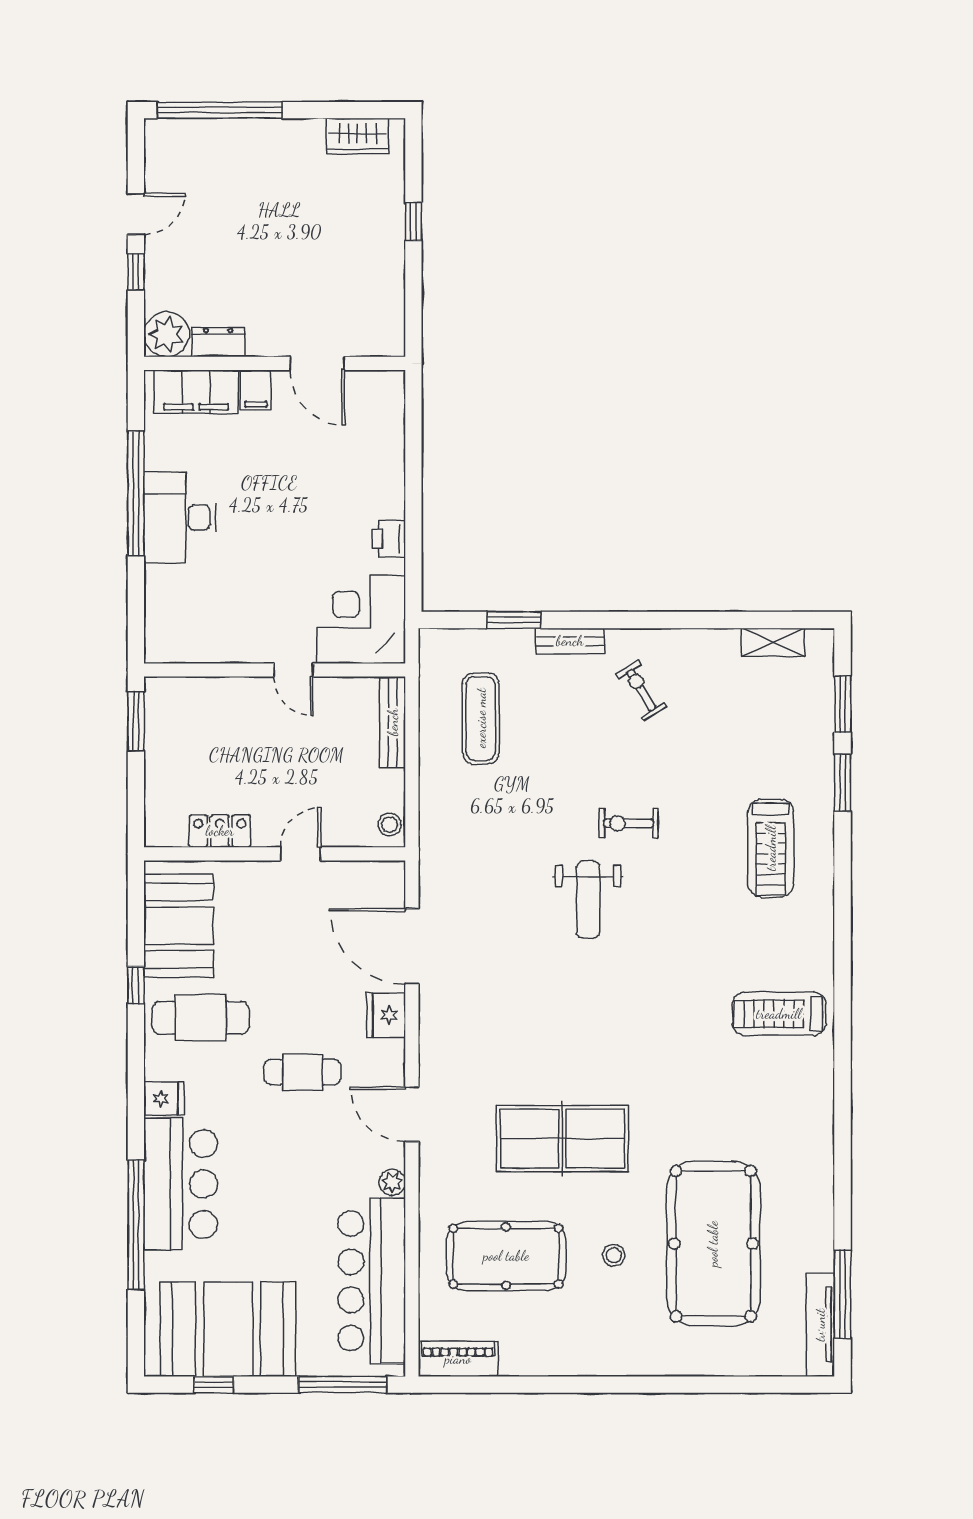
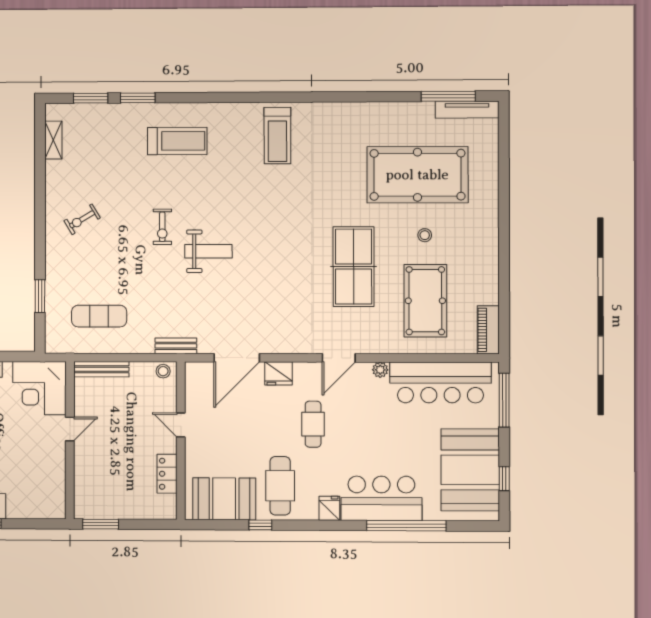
bench: (570, 641) -> (176, 346), moved, turned 90

